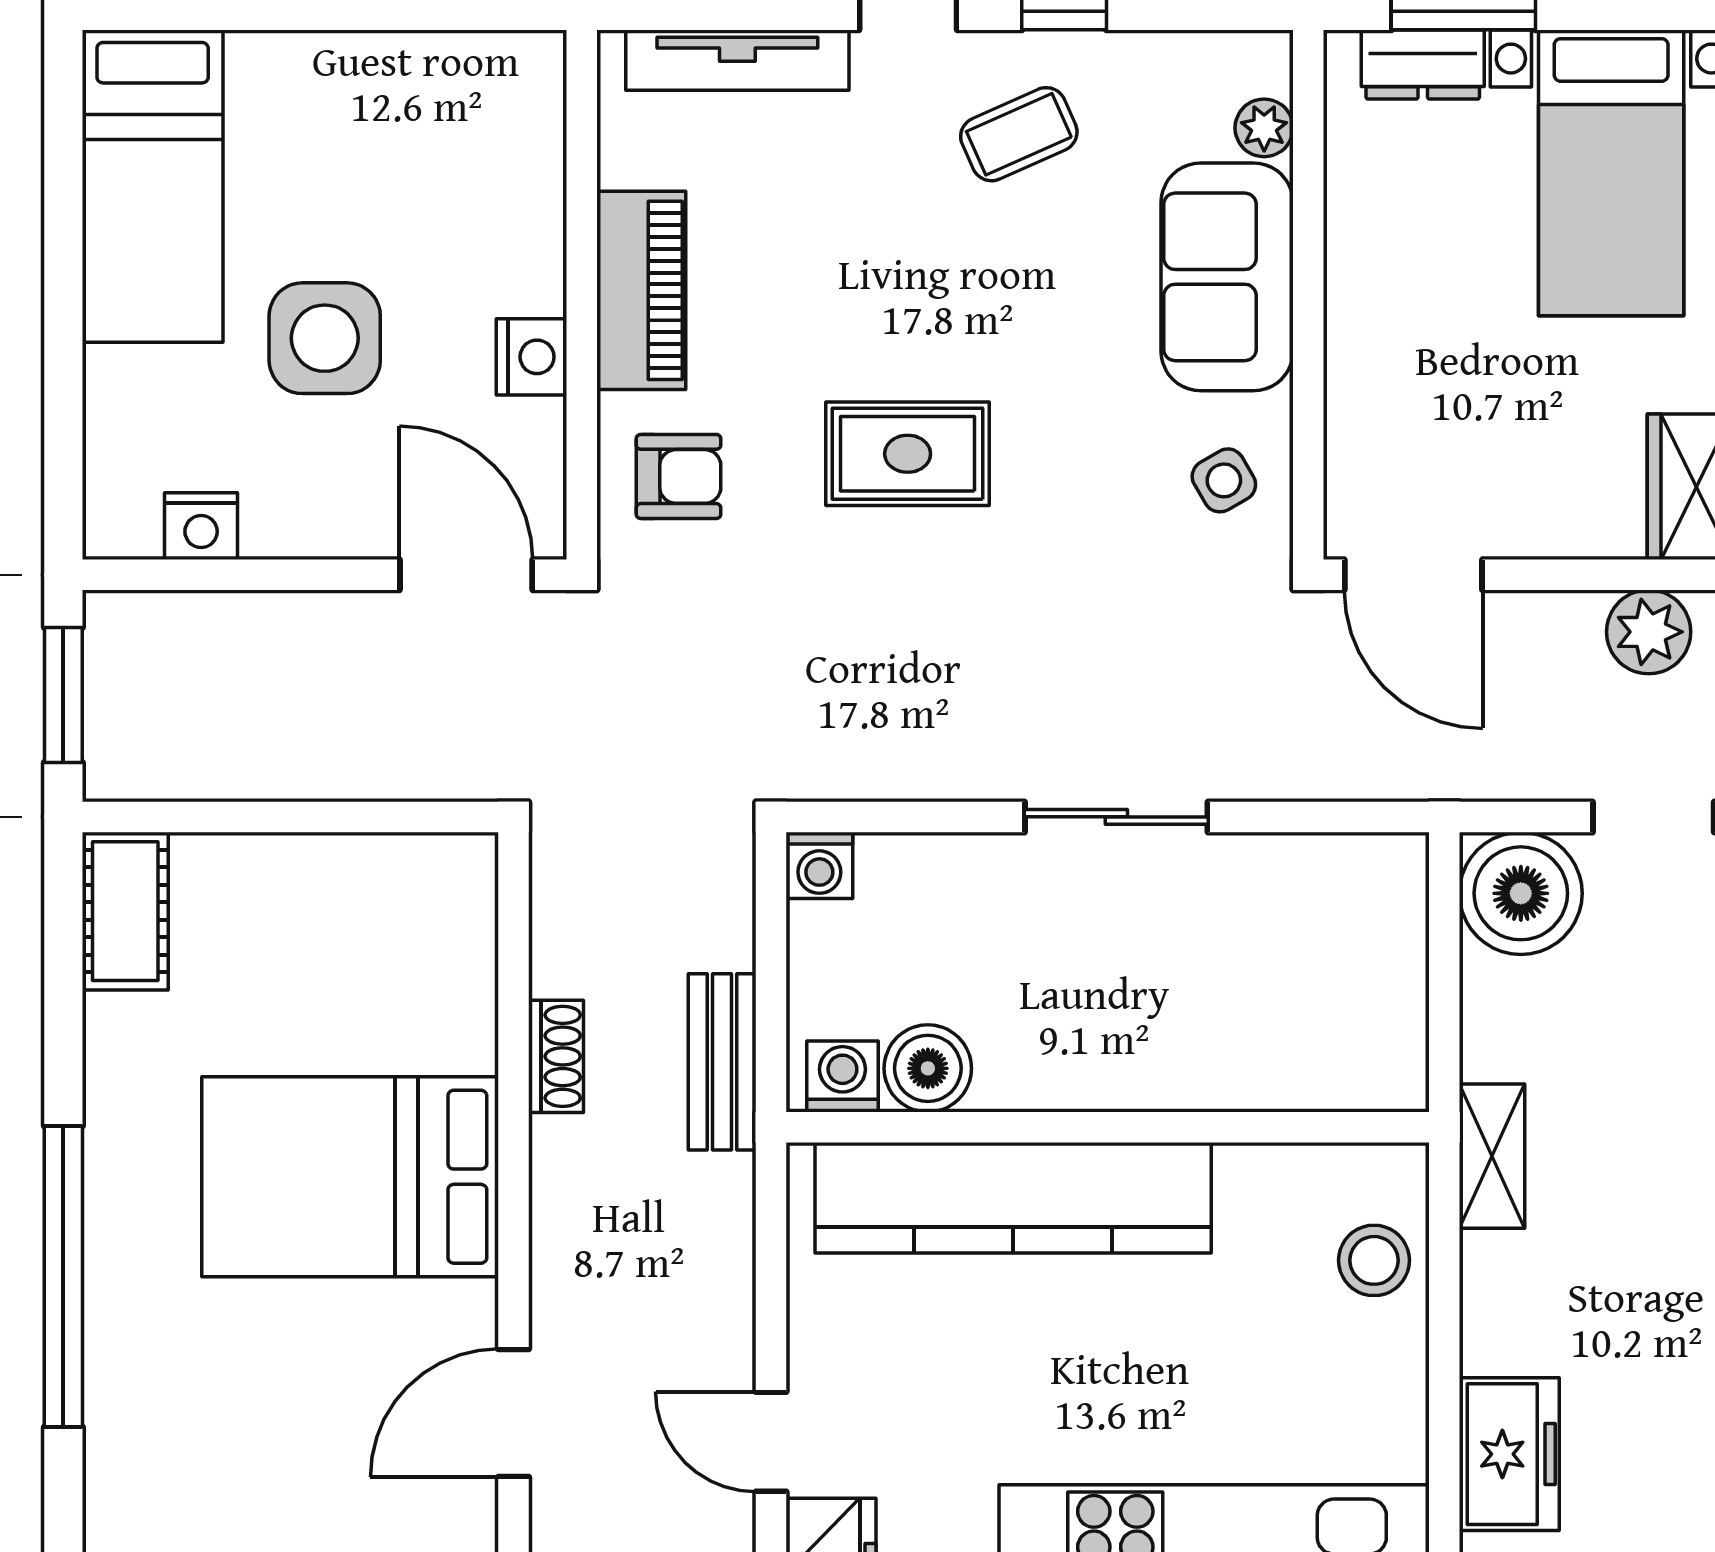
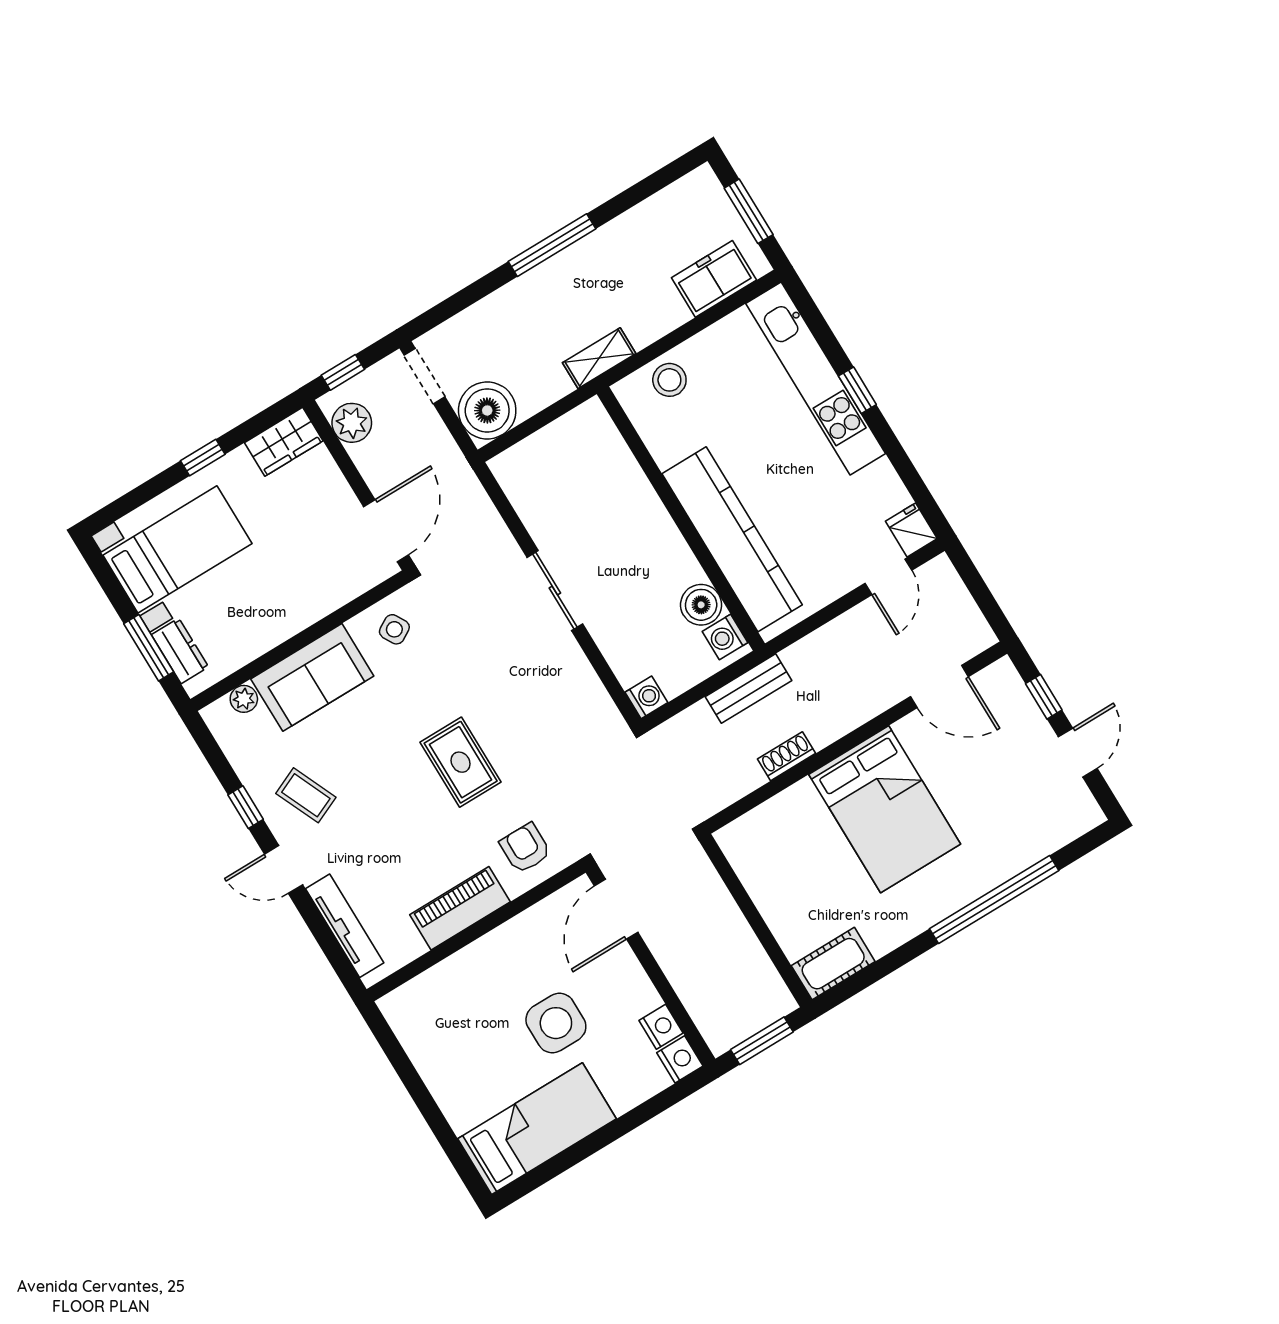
nightstand: (531, 357) -> (680, 1059), moved, turned 90

